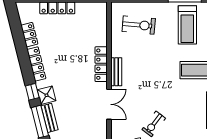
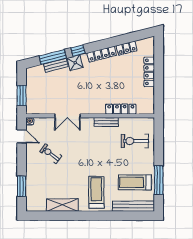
exercise bike: (139, 25) -> (135, 141), turned 85
locker: (101, 64) -> (121, 109), moved
bench: (116, 72) -> (106, 122), moved

